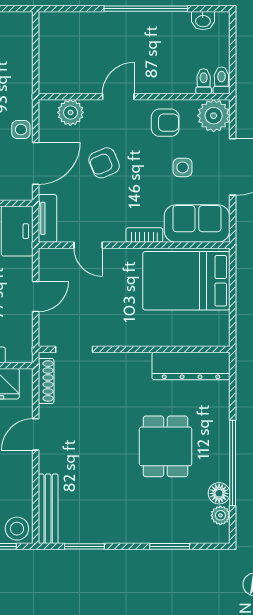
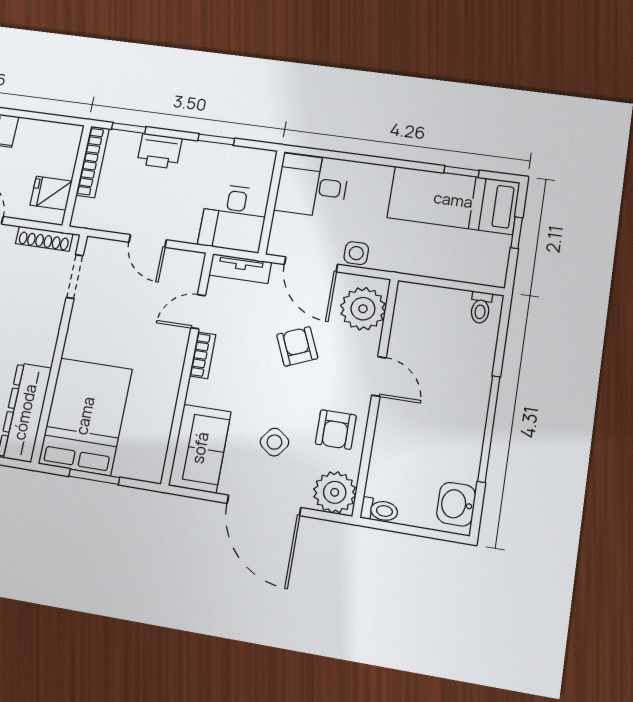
washbasin: (203, 21) -> (456, 504), width x1.38, depth x1.45
toilet: (204, 81) -> (481, 308), moved, turned 90
plant: (70, 112) -> (363, 309), width x1.36, depth x1.36
side table: (183, 167) -> (274, 442), turned 37
bookcase: (144, 235) -> (203, 355), moved
bed: (186, 281) -> (85, 416), moved
window: (233, 301) -> (94, 477), added

